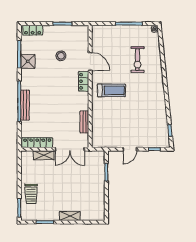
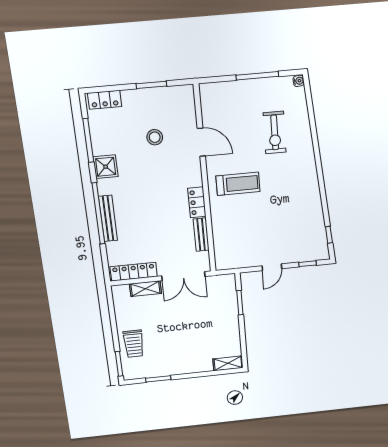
shower: (28, 61) -> (106, 167), moved
locker: (84, 81) -> (197, 202), moved
shelving: (70, 216) -> (228, 363), moved

